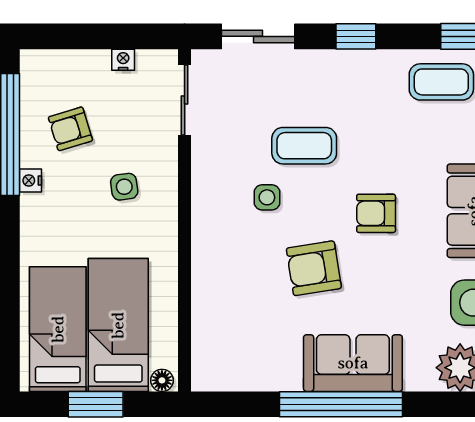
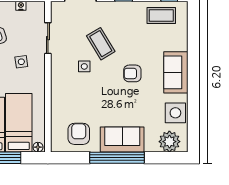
sliding door: (185, 100) -> (48, 38), moved
coffee table: (304, 146) -> (101, 44), turned 59
armchair: (314, 268) -> (79, 134), moved, turned 99

